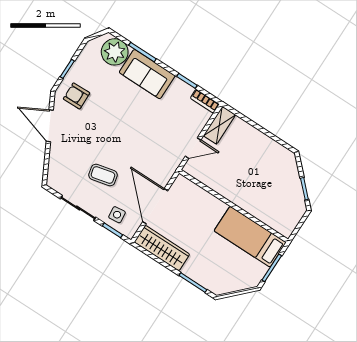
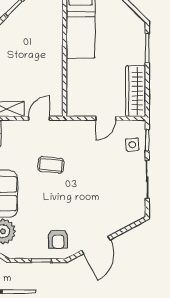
door: (193, 148) -> (39, 118), hinge flipped
coffee table: (103, 175) -> (51, 165), moved, turned -71
door: (155, 206) -> (106, 118), width x0.53

